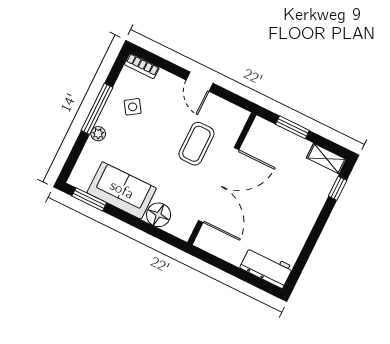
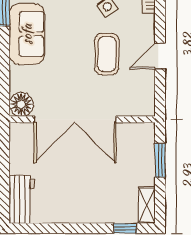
coffee table: (196, 144) -> (107, 54), moved, turned 90
floor lamp: (159, 215) -> (21, 104), moved

